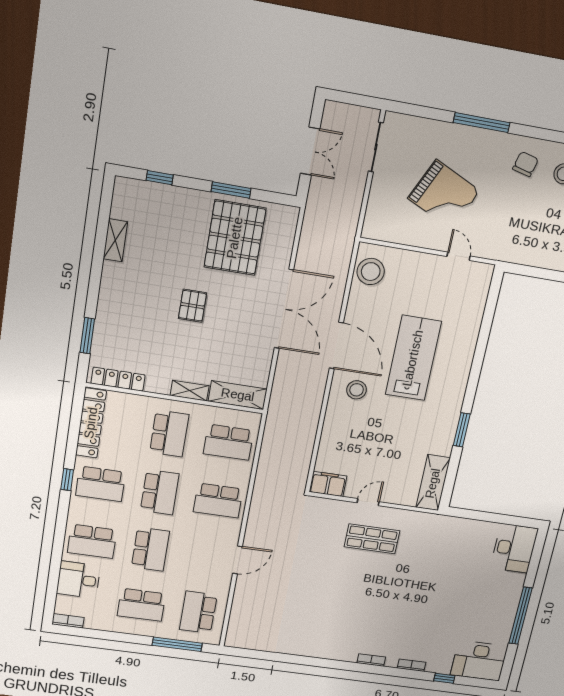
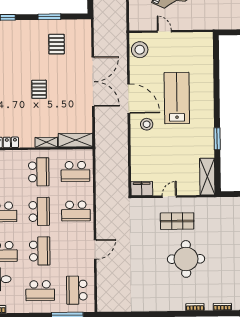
pallet: (235, 238) -> (57, 44), width x0.49, depth x0.50
door: (459, 256) -> (164, 31), moved
round table: (373, 593) -> (186, 259), added

